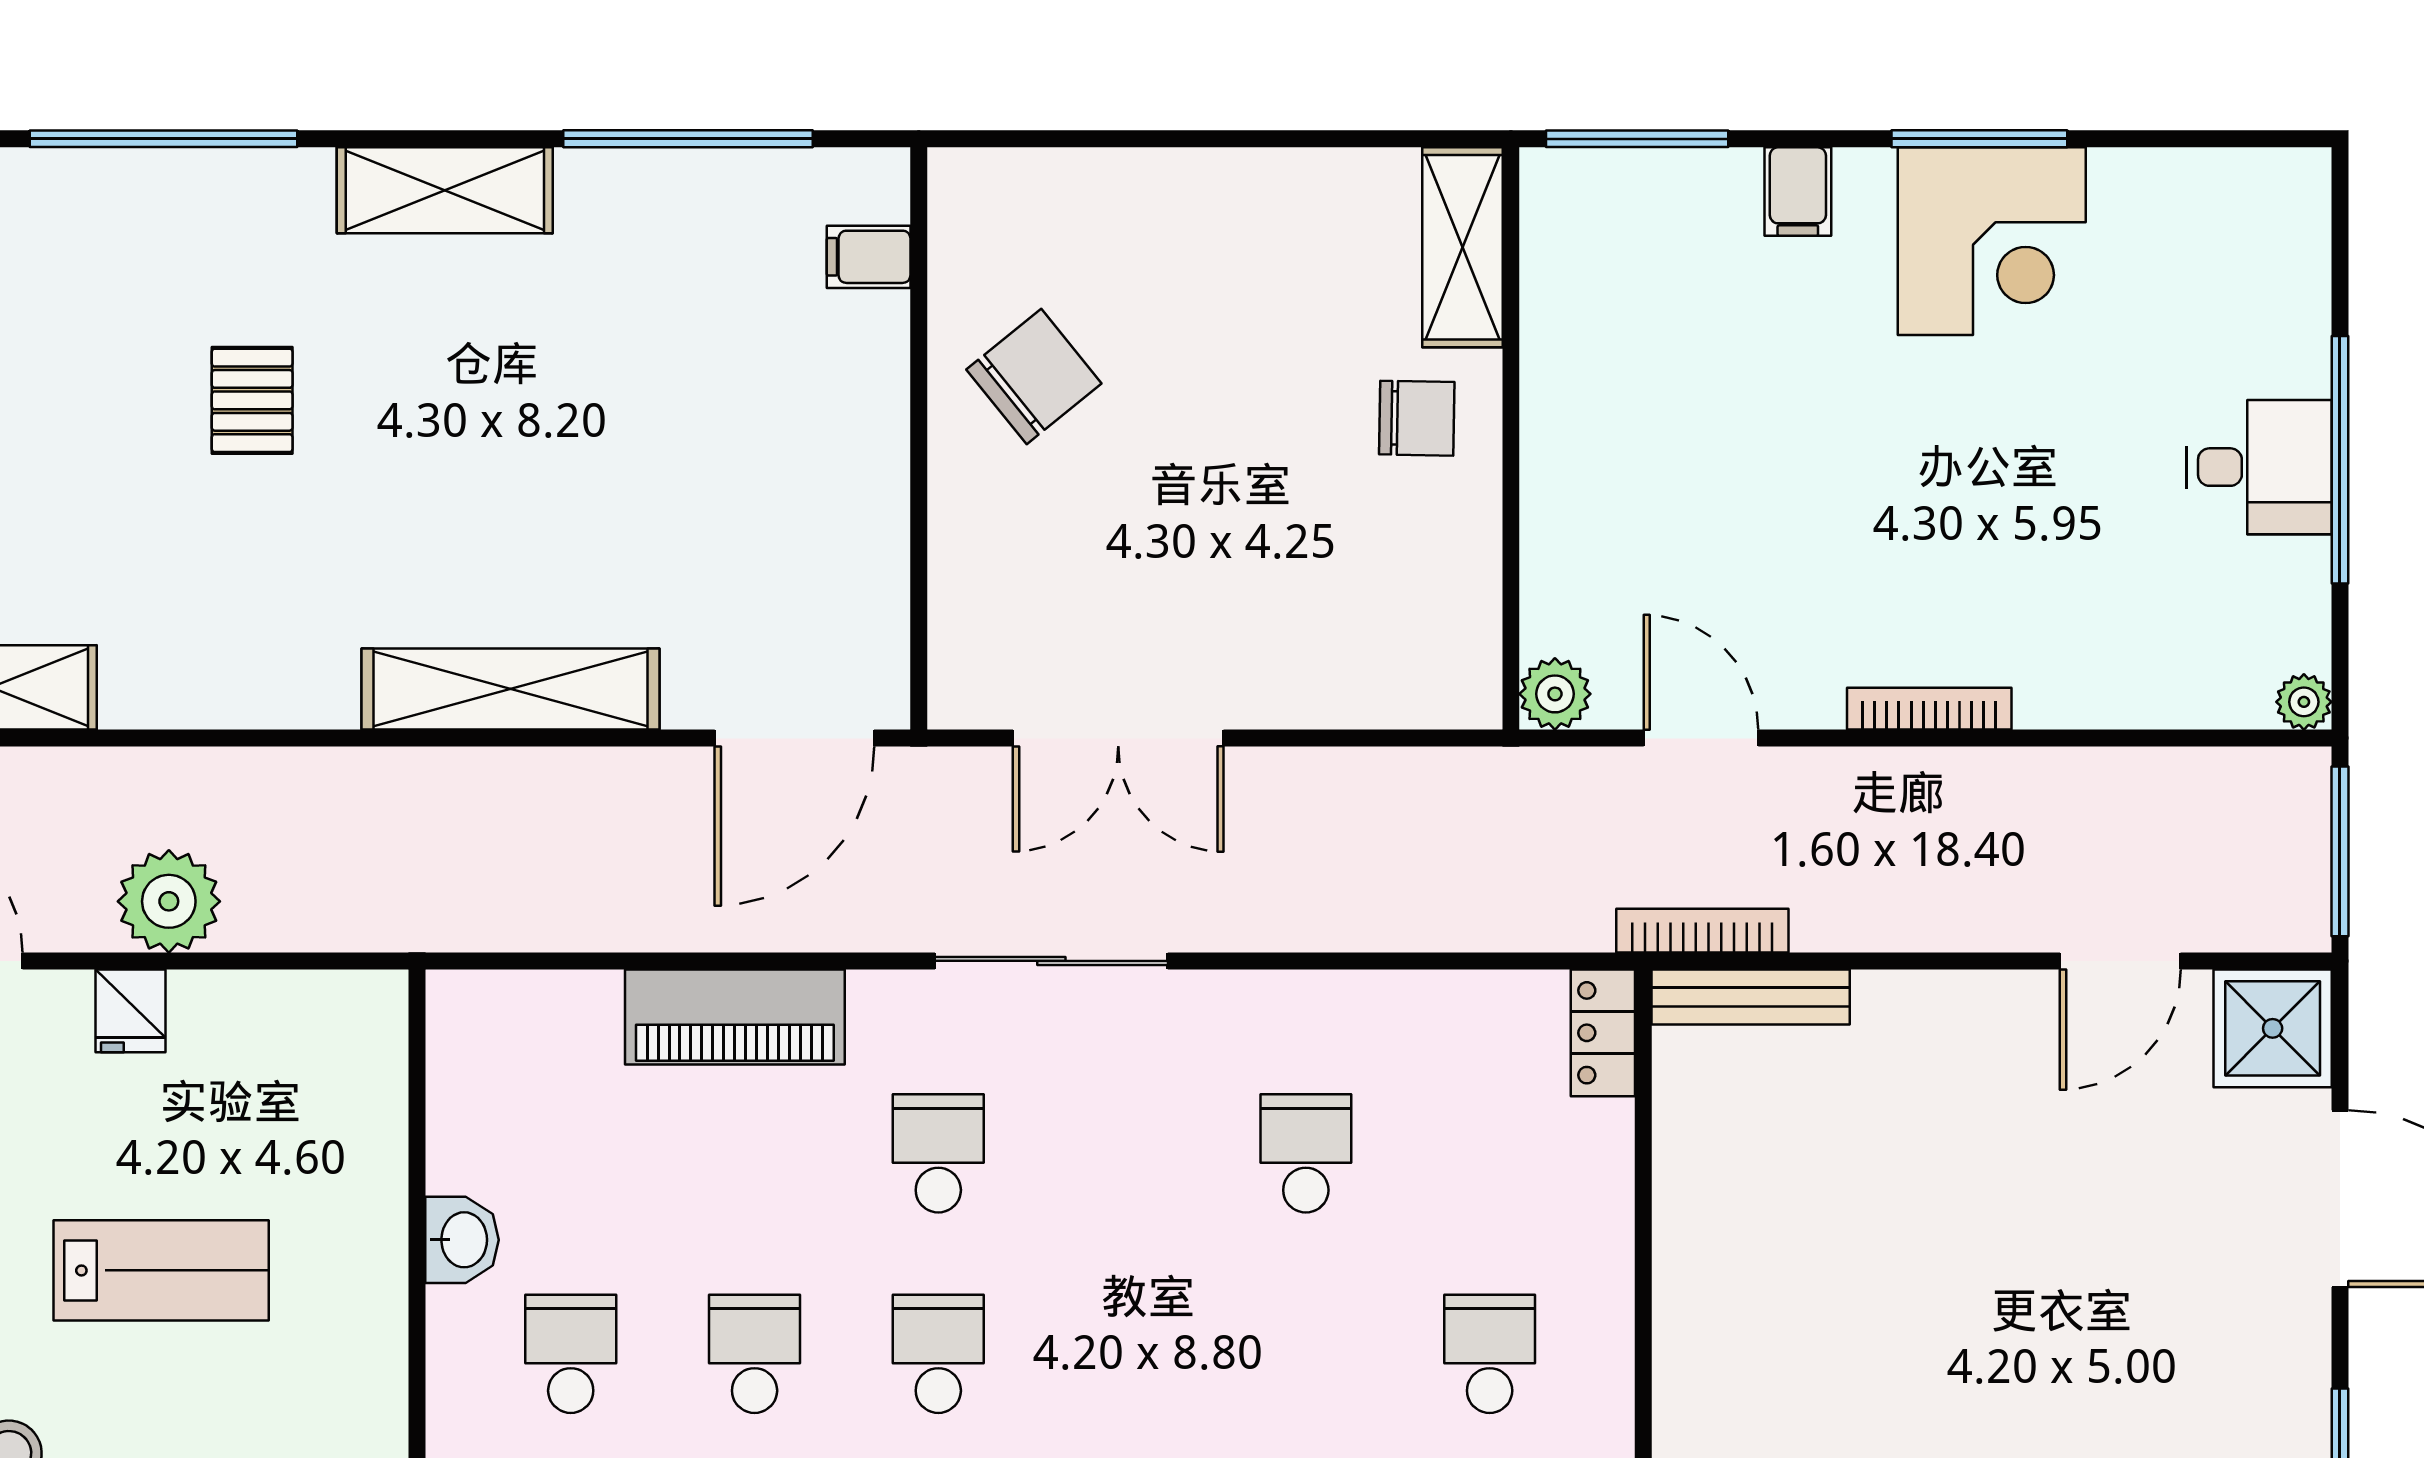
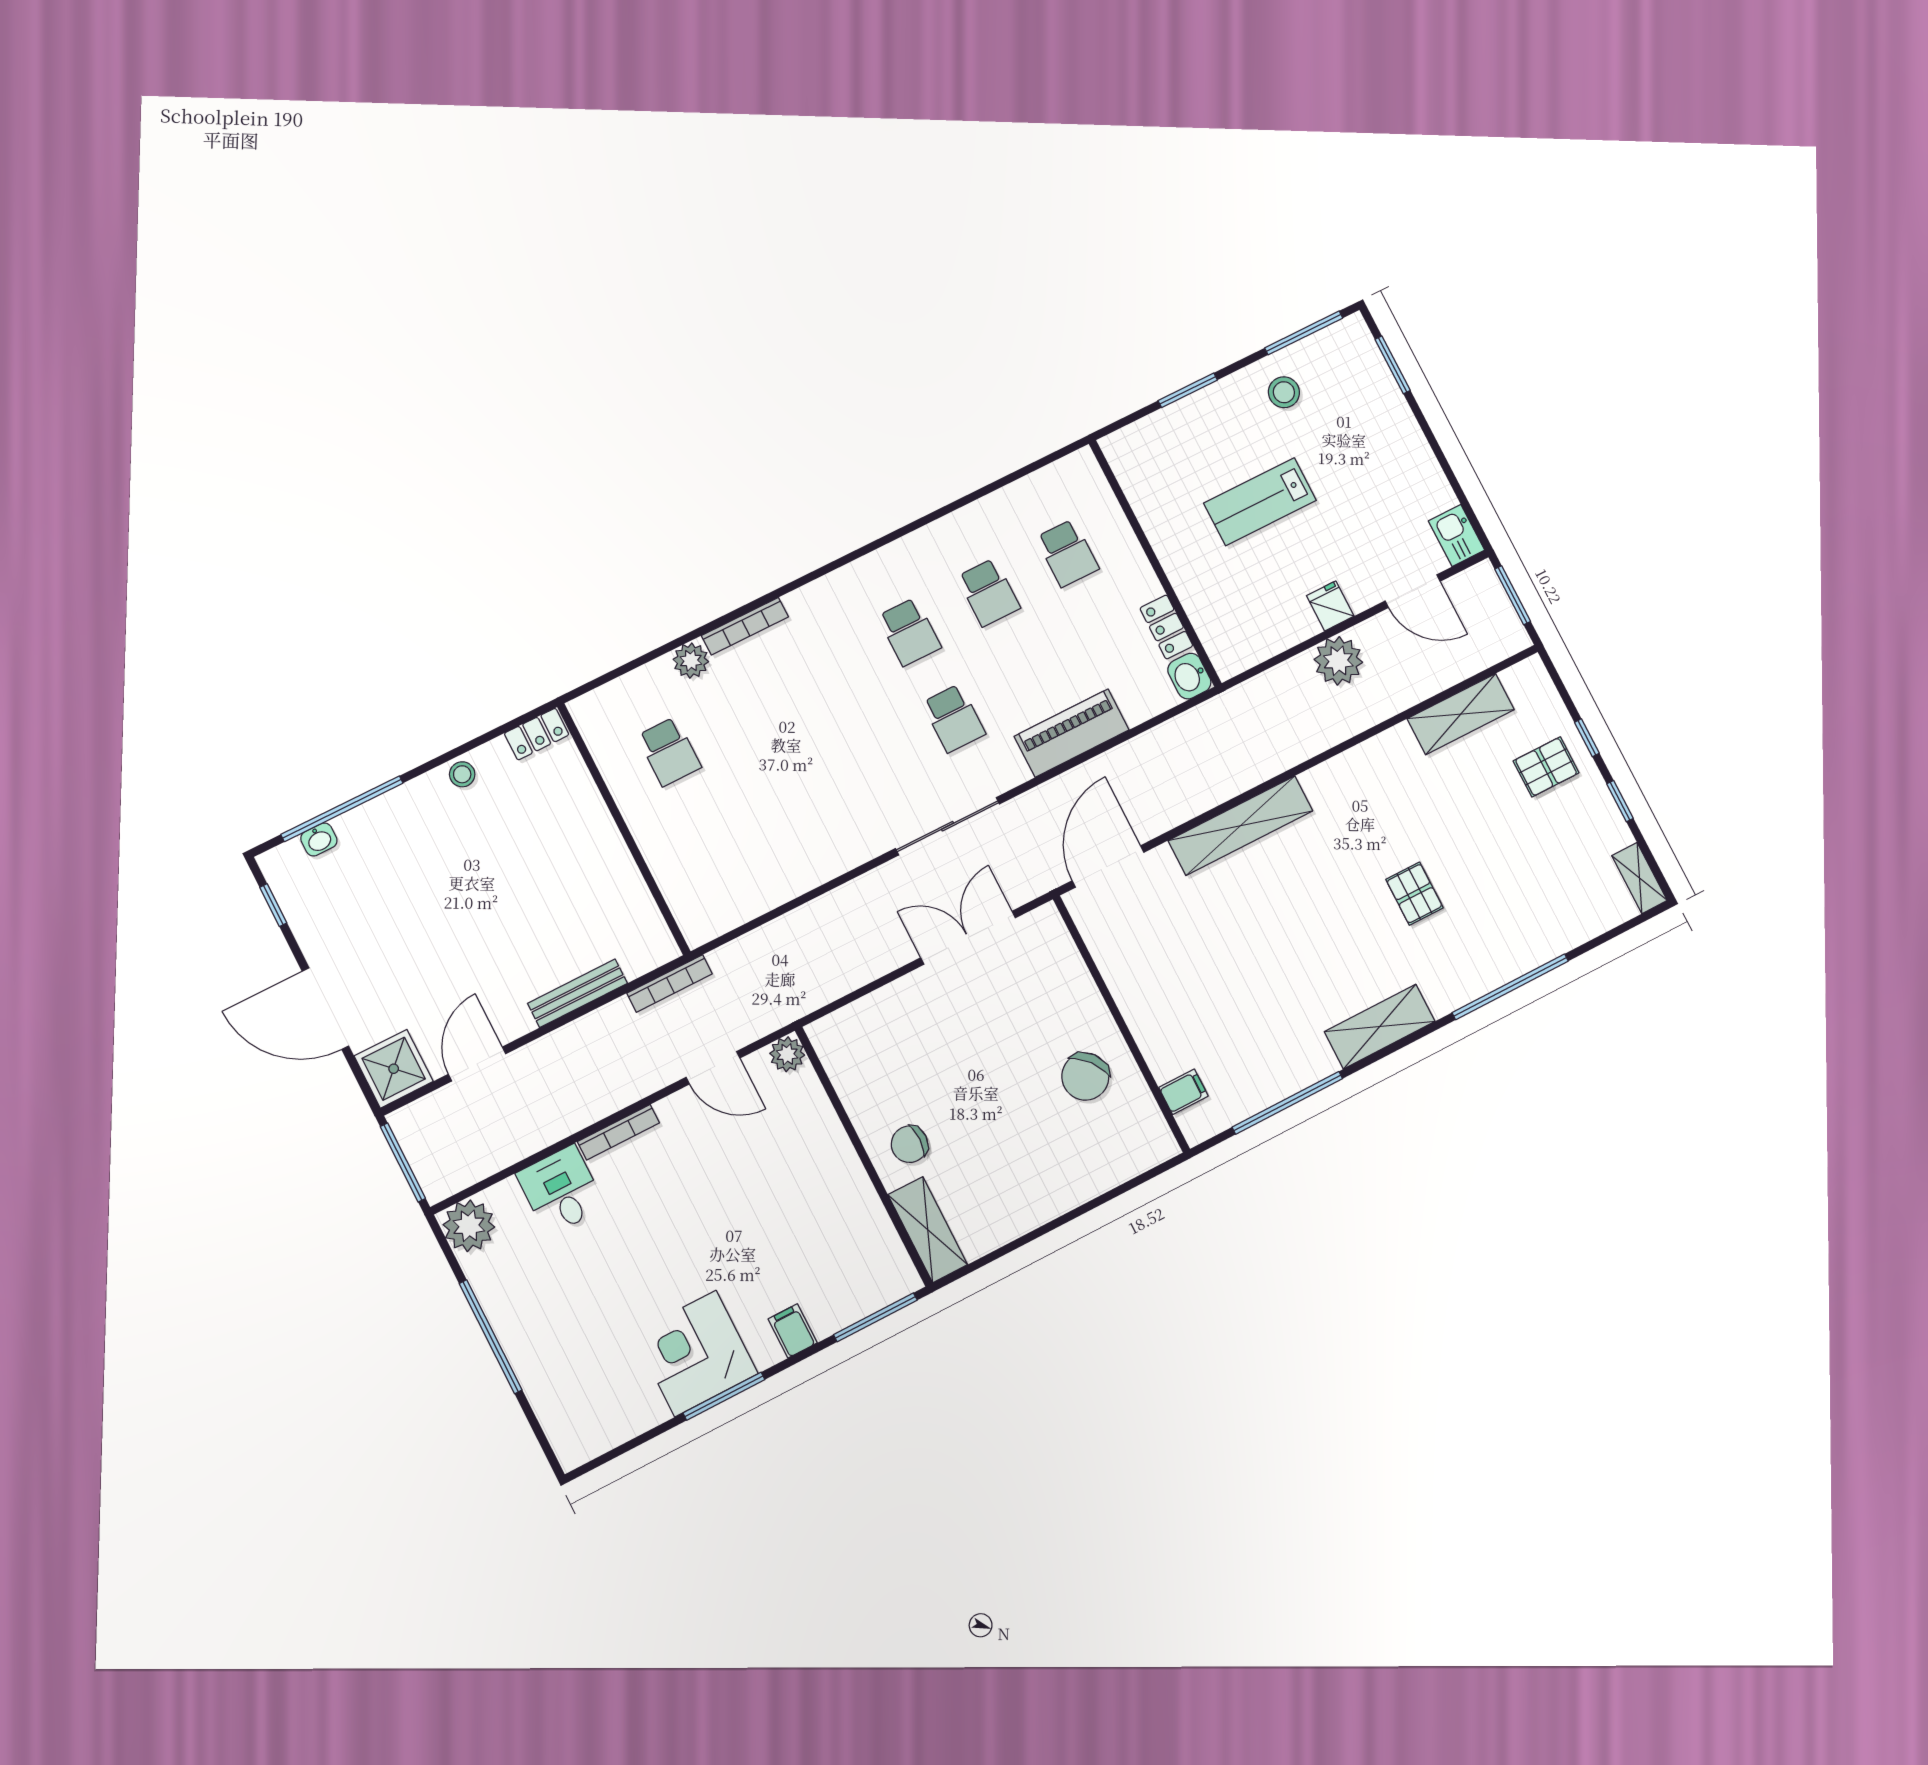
desk: (2259, 467) -> (561, 1190), moved, turned 90
plant: (2304, 702) -> (469, 1226), width x1.87, depth x1.87
bench: (1751, 997) -> (577, 993), moved
locker: (1603, 1033) -> (1166, 627), moved, turned 180
school desk: (1306, 1153) -> (794, 798), removed
washbasin: (462, 1240) -> (1189, 676), moved

